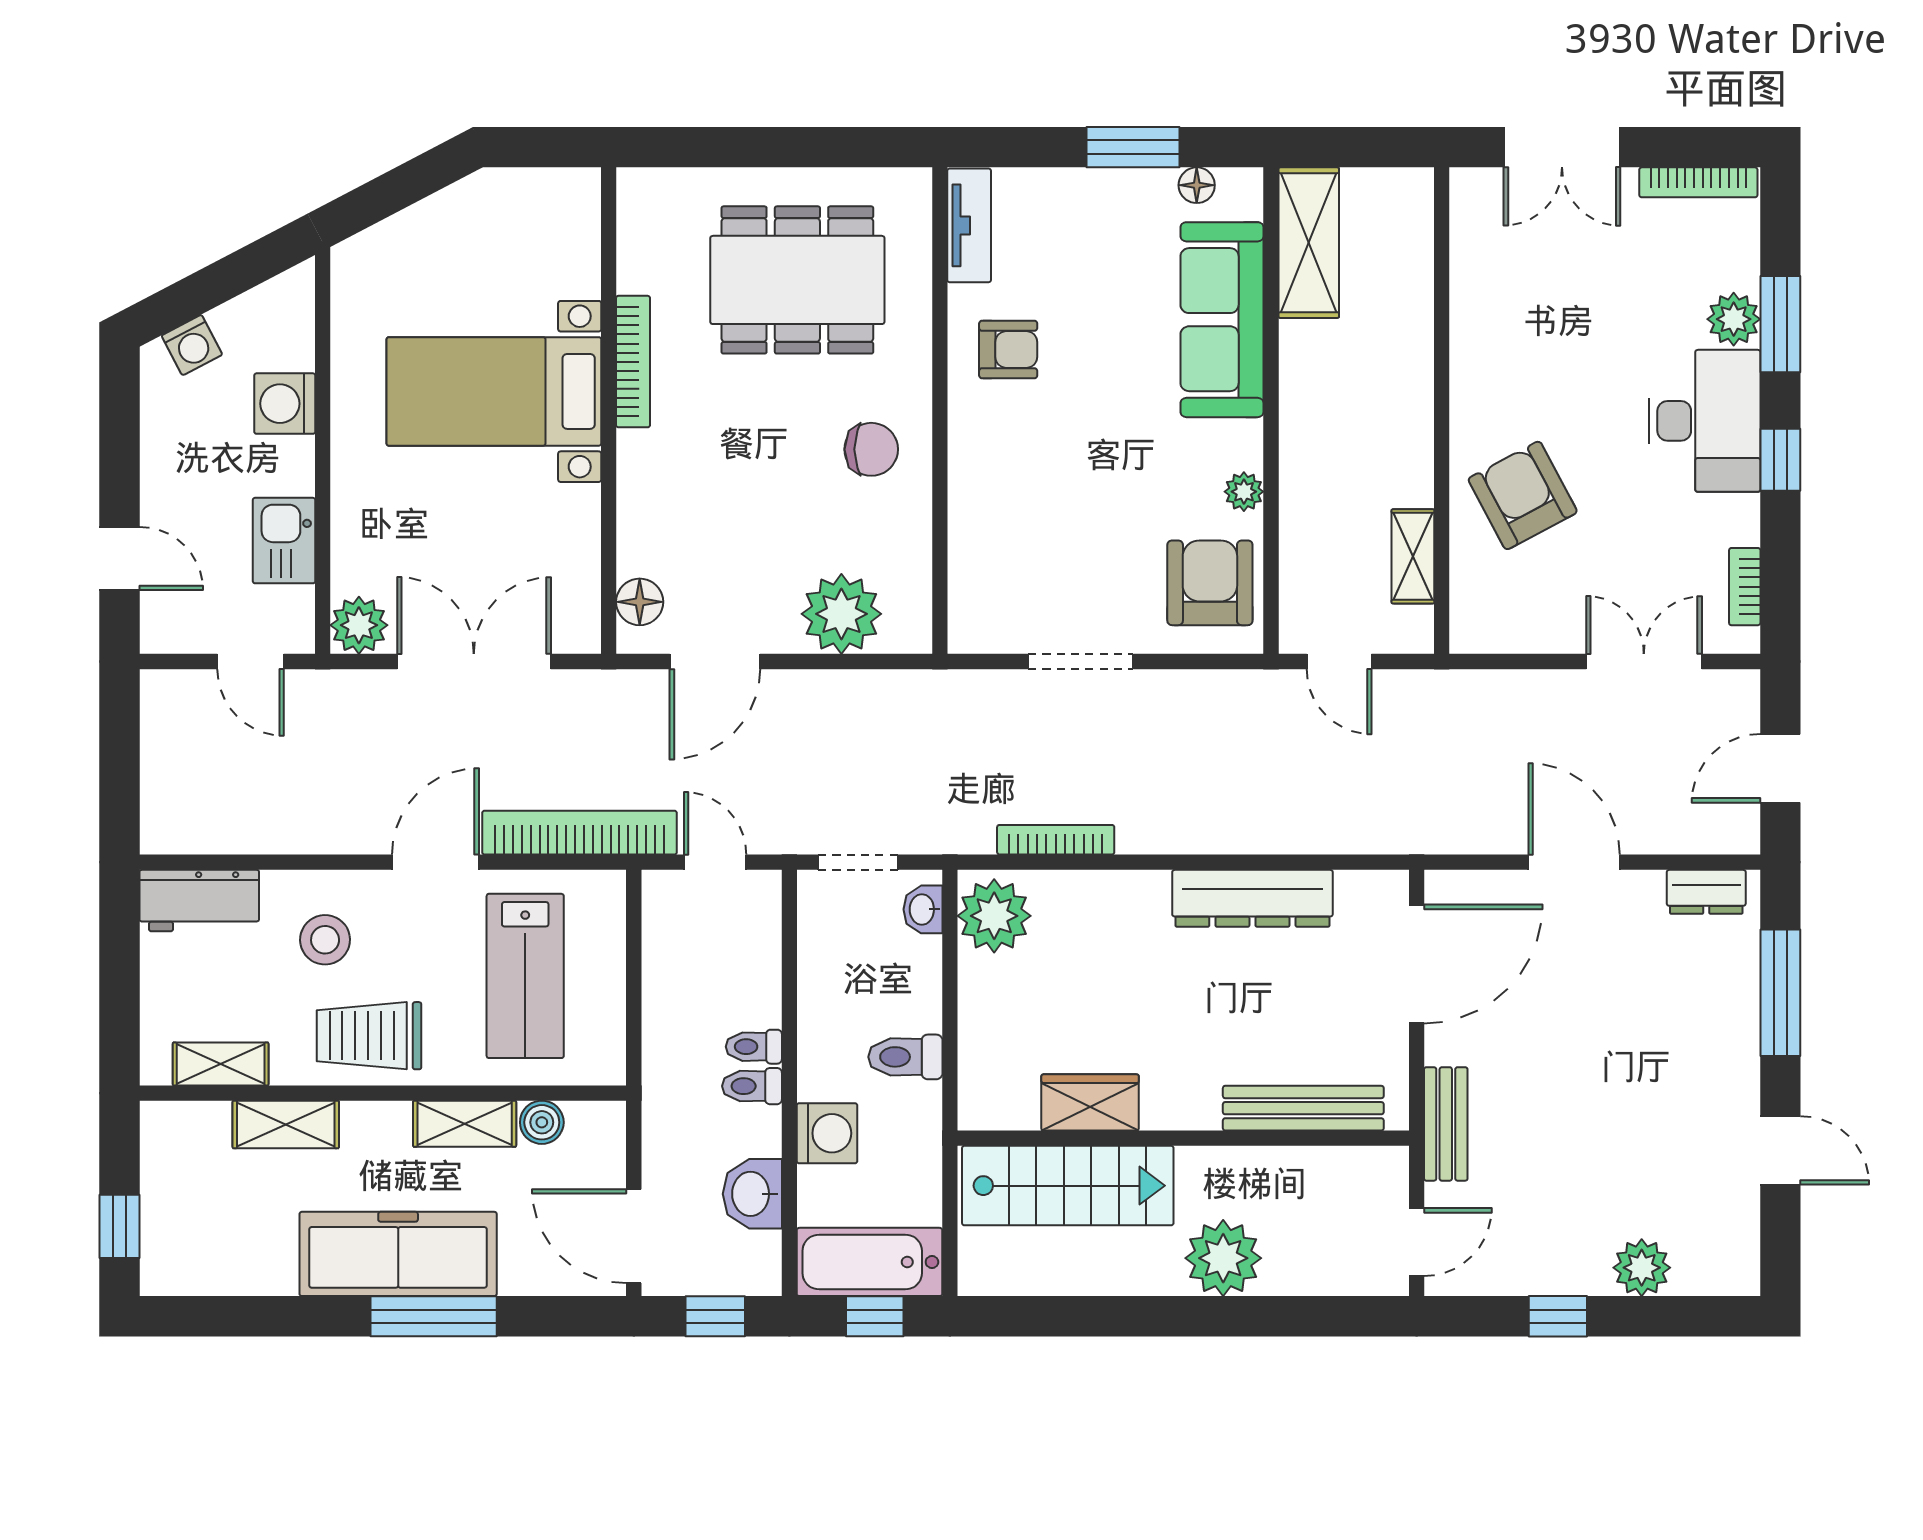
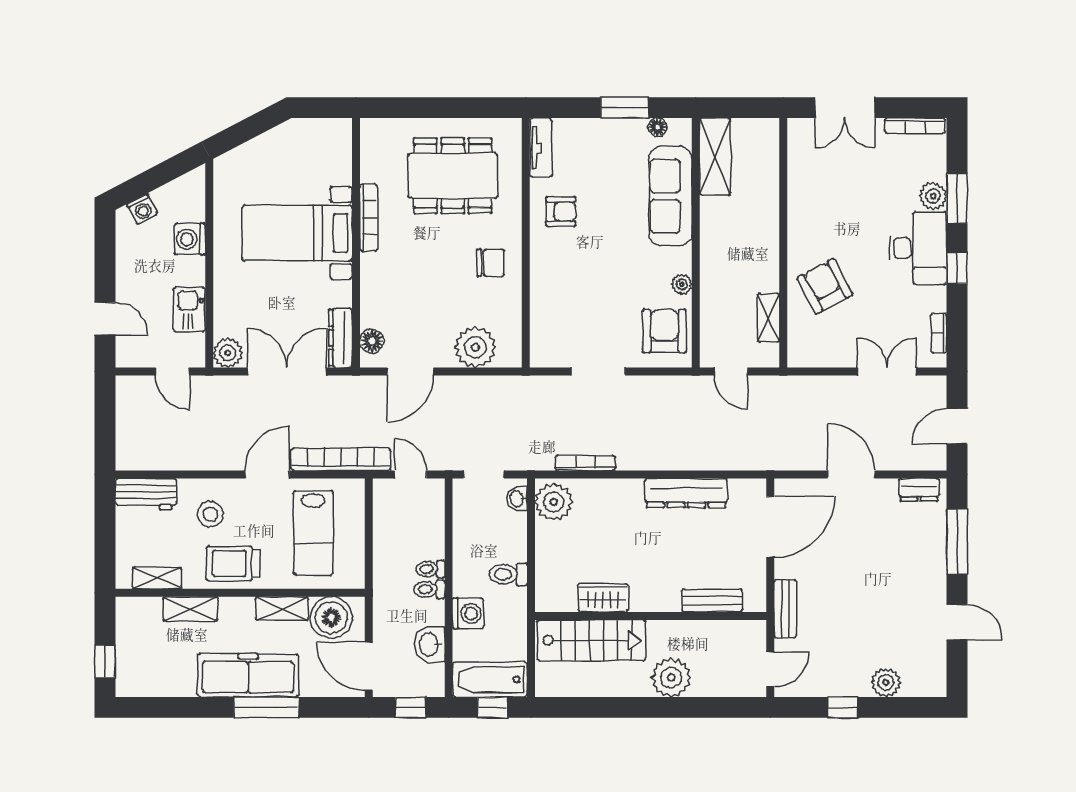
dresser: (578, 596) -> (340, 338), added
bench: (1303, 1108) -> (712, 601), width x0.73
boiler: (542, 1122) -> (331, 617), width x1.86, depth x1.86

